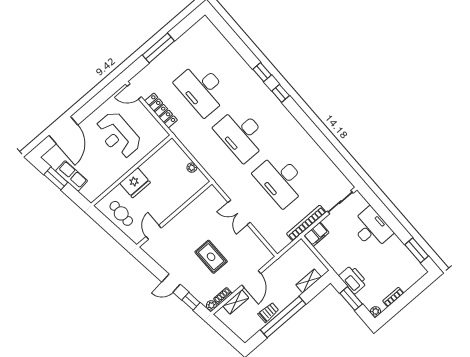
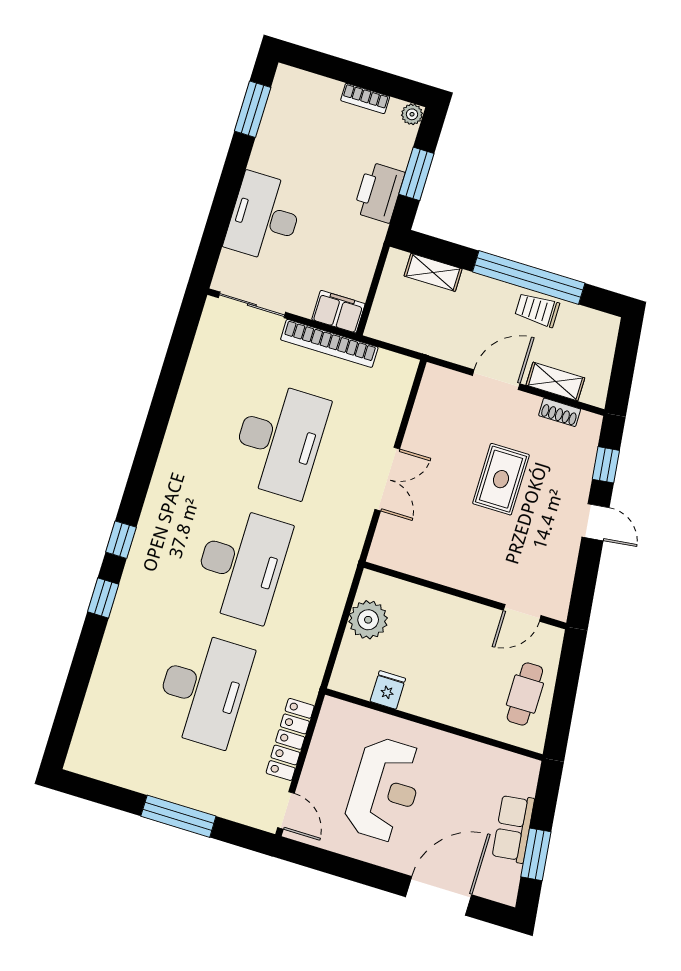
plant: (192, 168) -> (368, 620), width x1.87, depth x1.87
fridge: (135, 183) -> (388, 690), moved, width x0.53, depth x0.75
plant: (211, 305) -> (590, 423), removed

